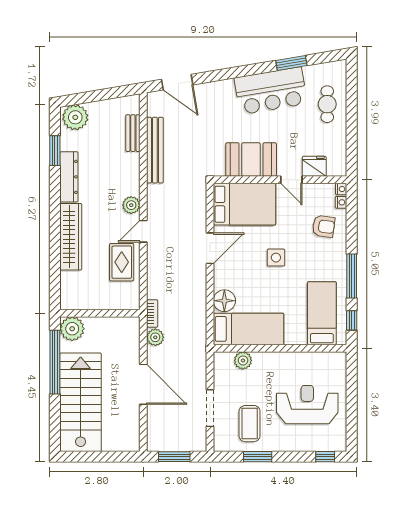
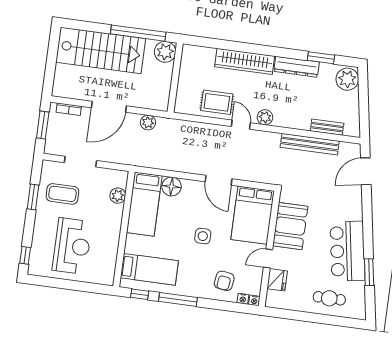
bookcase: (152, 314) -> (69, 109), moved

